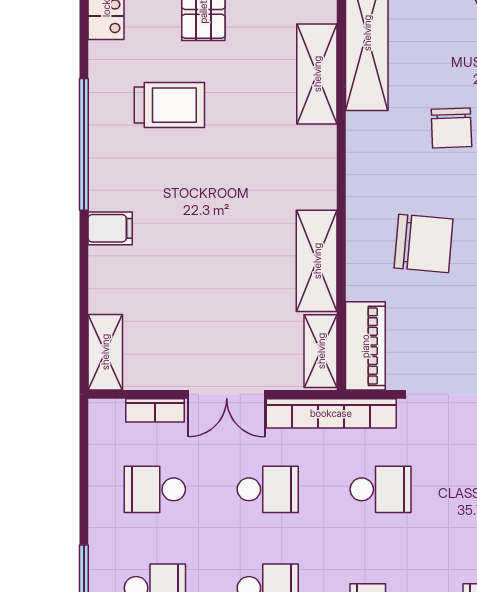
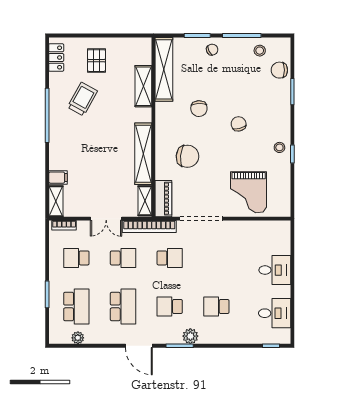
trolley: (169, 105) -> (82, 99), turned -61
filing cabinet: (110, 228) -> (58, 178), moved
shelving: (317, 261) -> (143, 154), width x1.47
bookcase: (155, 410) -> (64, 225), moved

